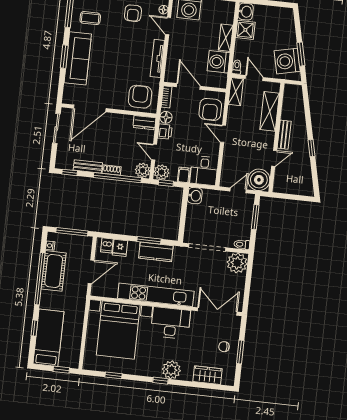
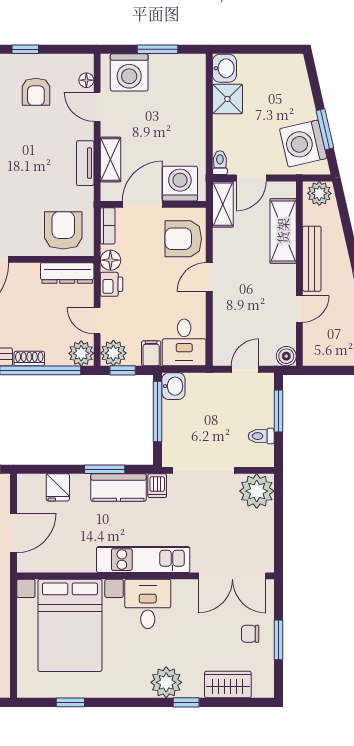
shelving: (226, 38) -> (110, 160), moved
tv unit: (157, 58) -> (85, 163), width x0.71
washing machine: (219, 62) -> (180, 184), moved, turned 90
door: (254, 78) -> (251, 178), swing flipped
door: (188, 86) -> (142, 204), hinge flipped
plant: (293, 92) -> (319, 193), added
armchair: (210, 109) -> (183, 239), turned 90
dresser: (144, 123) -> (67, 273), width x1.44
door: (223, 134) -> (209, 277), hinge flipped
bench: (284, 135) -> (312, 259), width x1.36
boiler: (259, 180) -> (286, 356), width x0.54, depth x0.54
window: (184, 210) -> (158, 411), added
toilet: (242, 244) -> (261, 436), moved
dishwasher: (107, 245) -> (157, 486), moved
kitchen unit: (156, 295) -> (143, 560), width x0.73
double door: (217, 311) -> (232, 576), swing flipped
desk: (171, 323) -> (148, 604), width x0.73
window: (160, 381) -> (186, 702), moved

